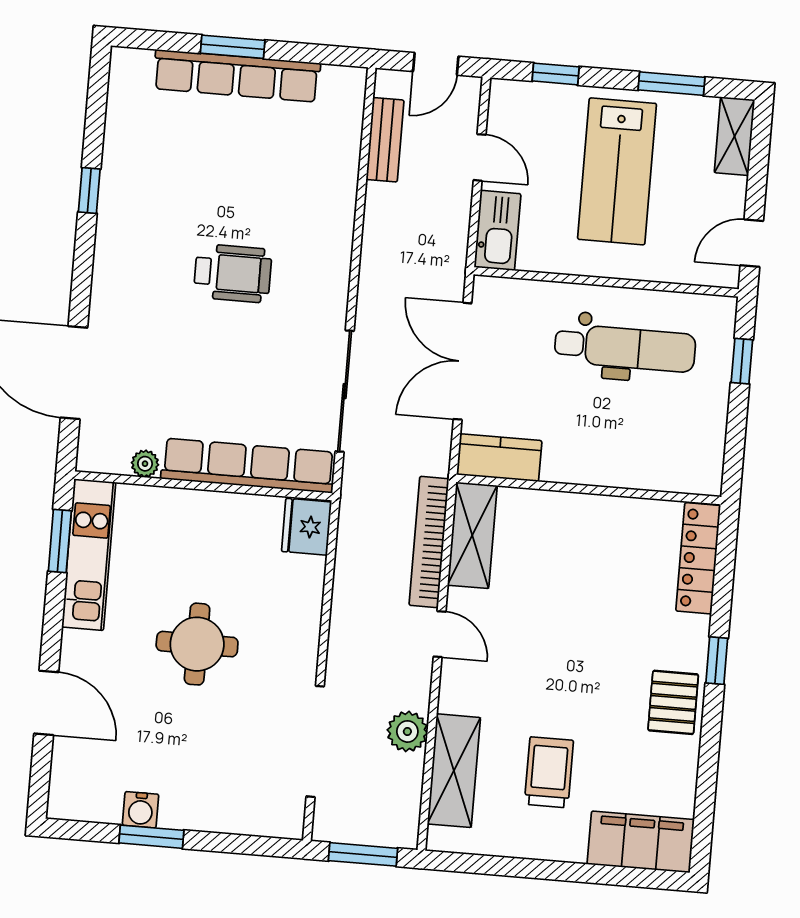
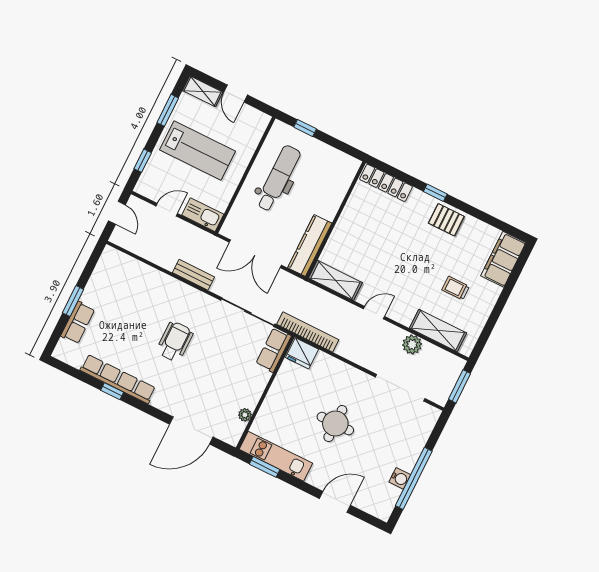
row of seats: (237, 76) -> (78, 323), width x0.50
bench: (385, 140) -> (193, 275), moved
row of seats: (117, 192) -> (118, 379), added
door: (752, 243) -> (236, 94), moved
kitchen counter: (499, 458) -> (310, 245), width x1.50
row of seats: (248, 466) -> (273, 350), width x0.50
bookcase: (429, 542) -> (308, 332), moved, turned 180
trolley: (549, 772) -> (456, 288), width x0.73, depth x0.72
window: (151, 837) -> (414, 478), width x2.11

